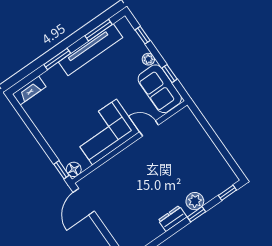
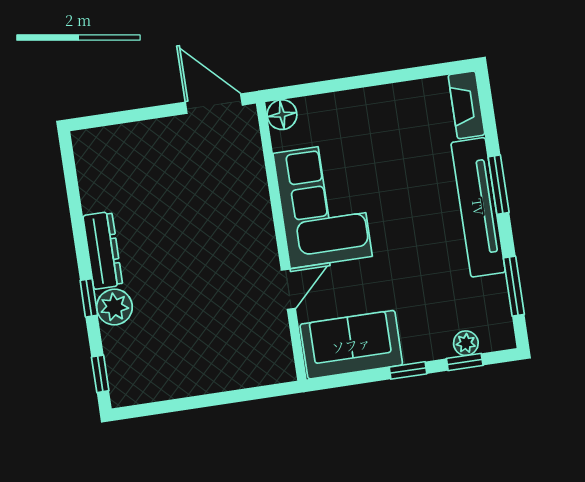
tv unit: (91, 50) -> (478, 207), moved
plant: (148, 59) -> (466, 343), moved
window: (169, 74) -> (408, 370), moved
window: (61, 170) -> (293, 92), removed
dresser: (173, 219) -> (103, 250), width x1.44

